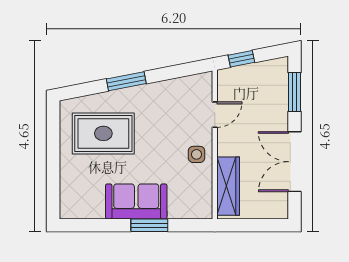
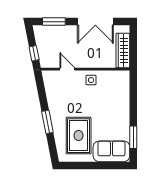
wardrobe: (228, 186) -> (123, 50), moved, turned -90
sofa: (136, 201) -> (111, 151), moved, turned 90
window: (149, 225) -> (133, 137), moved

